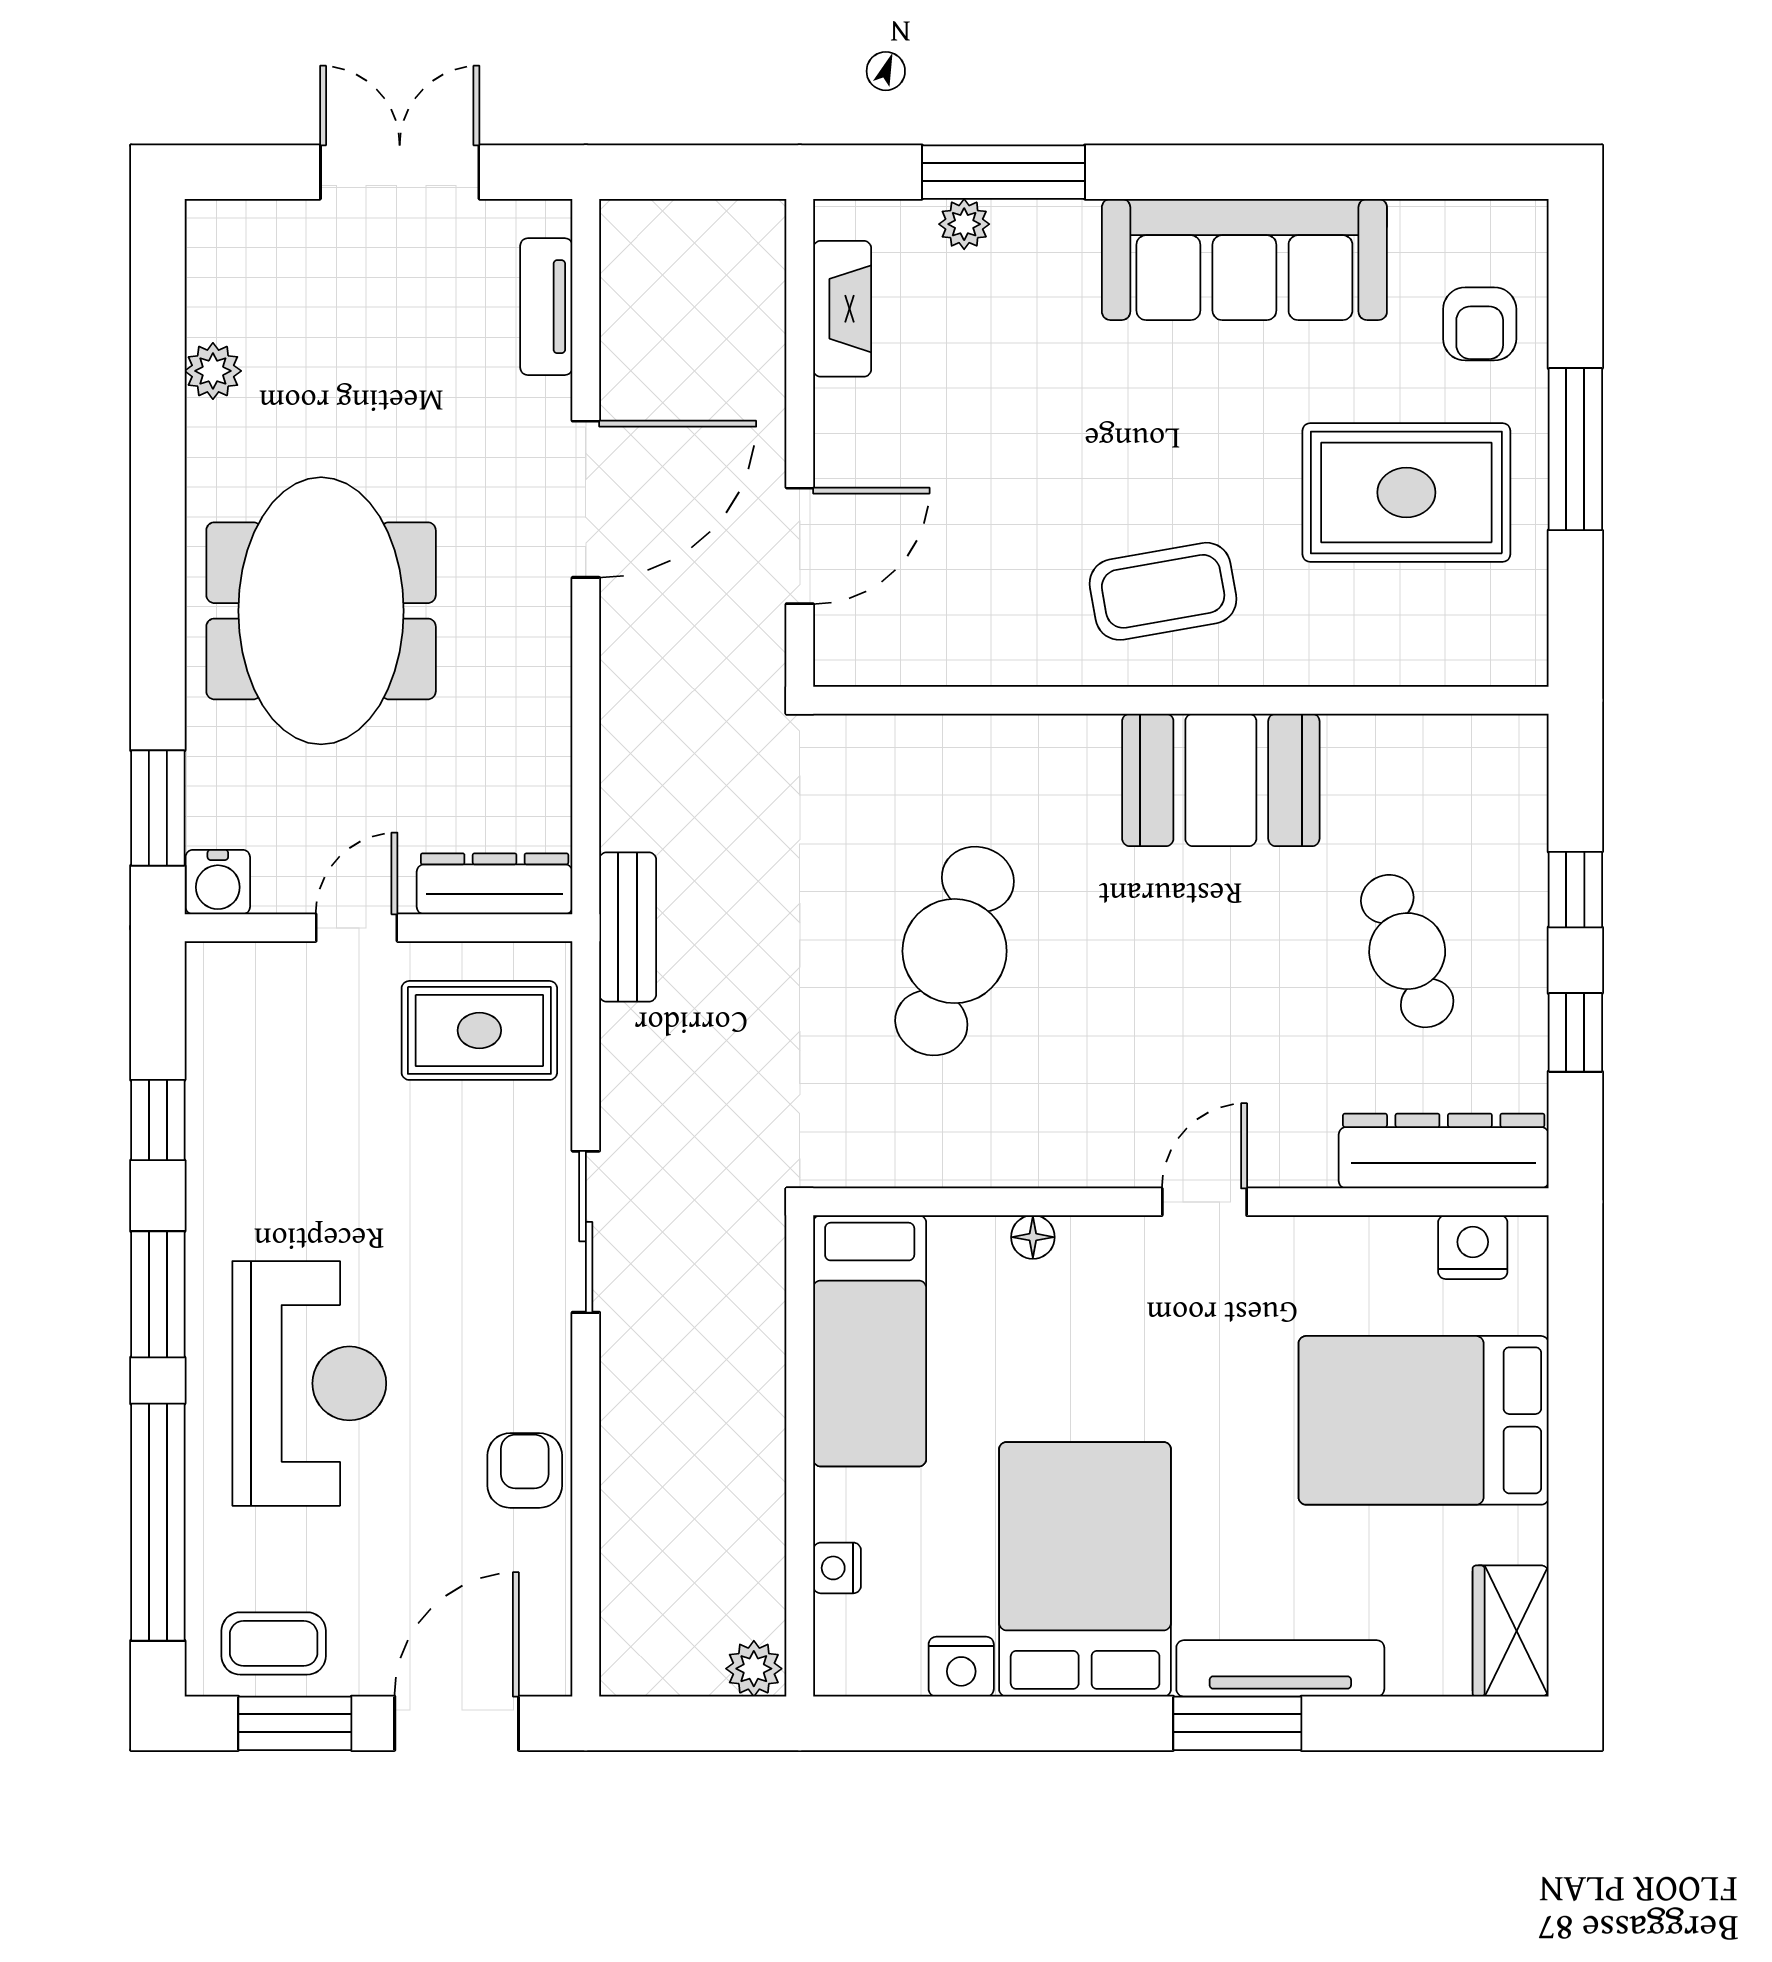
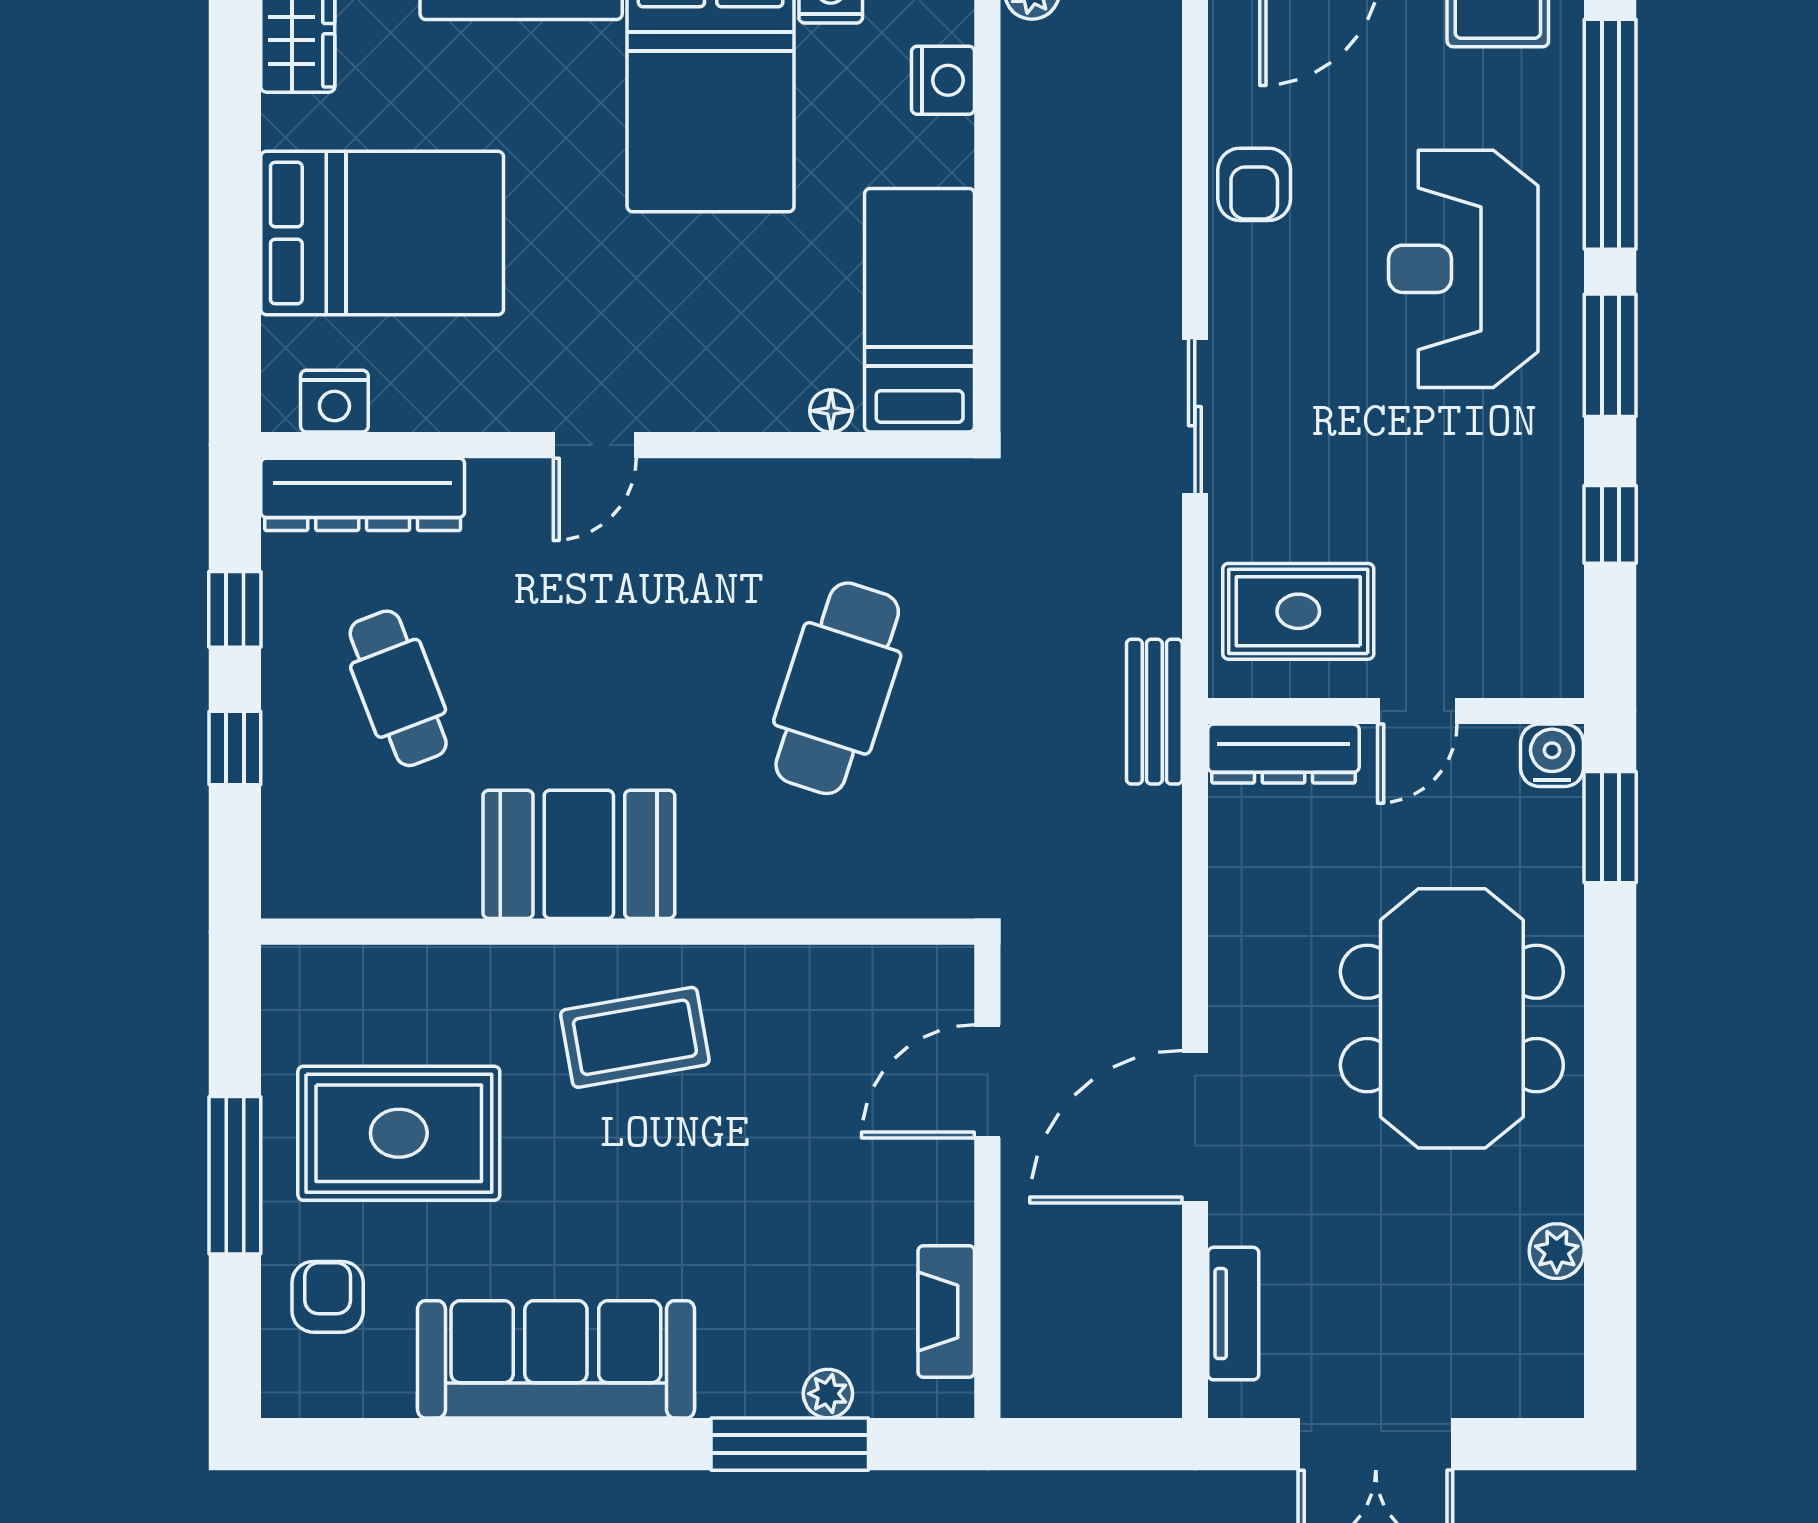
floor lamp: (1033, 1237) -> (831, 411), moved
nightstand: (837, 1568) -> (943, 80), width x1.39, depth x1.35

